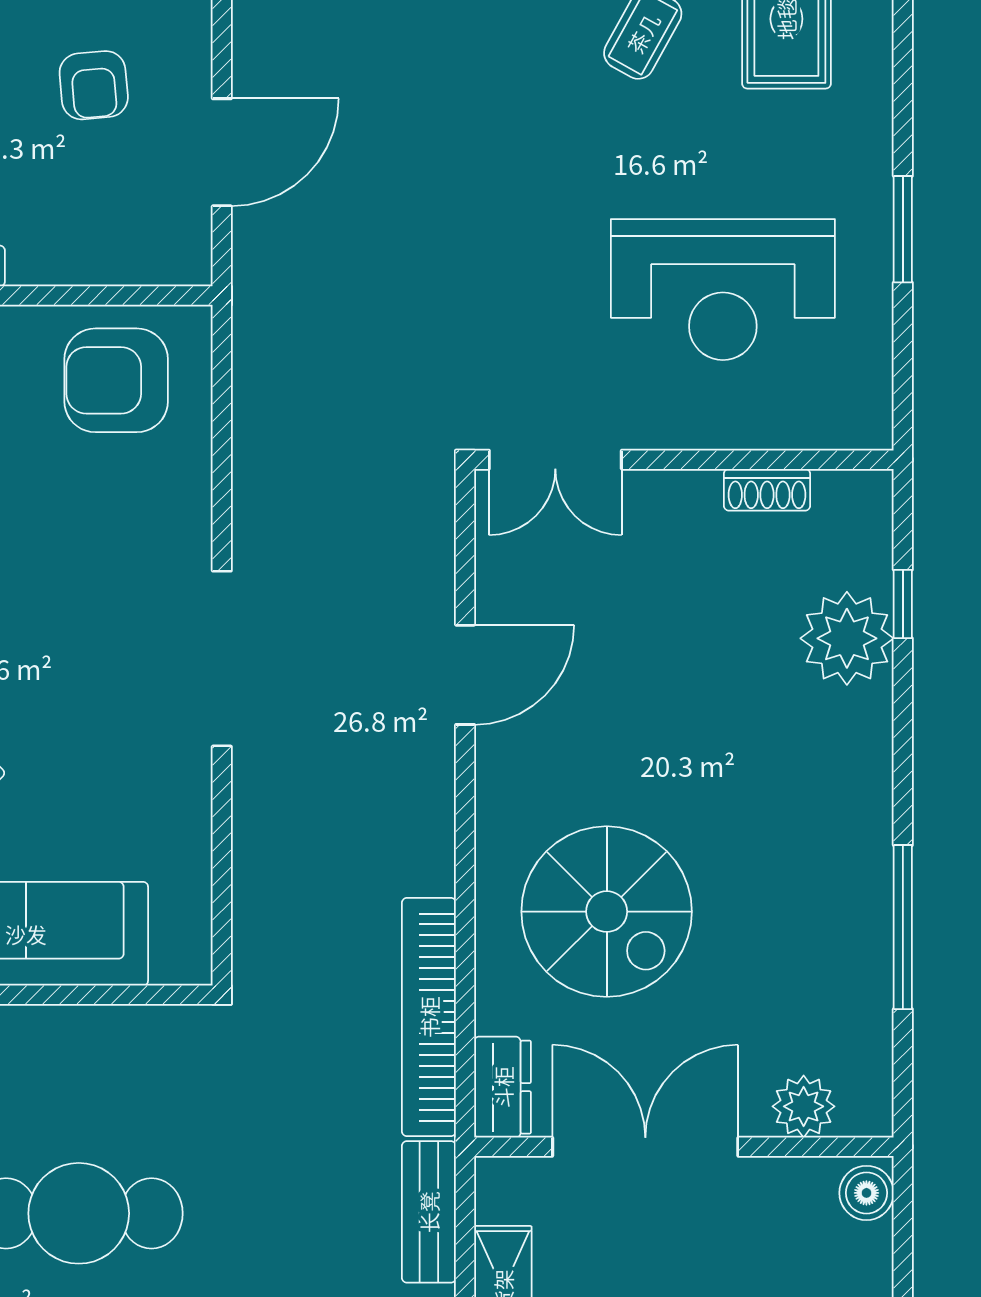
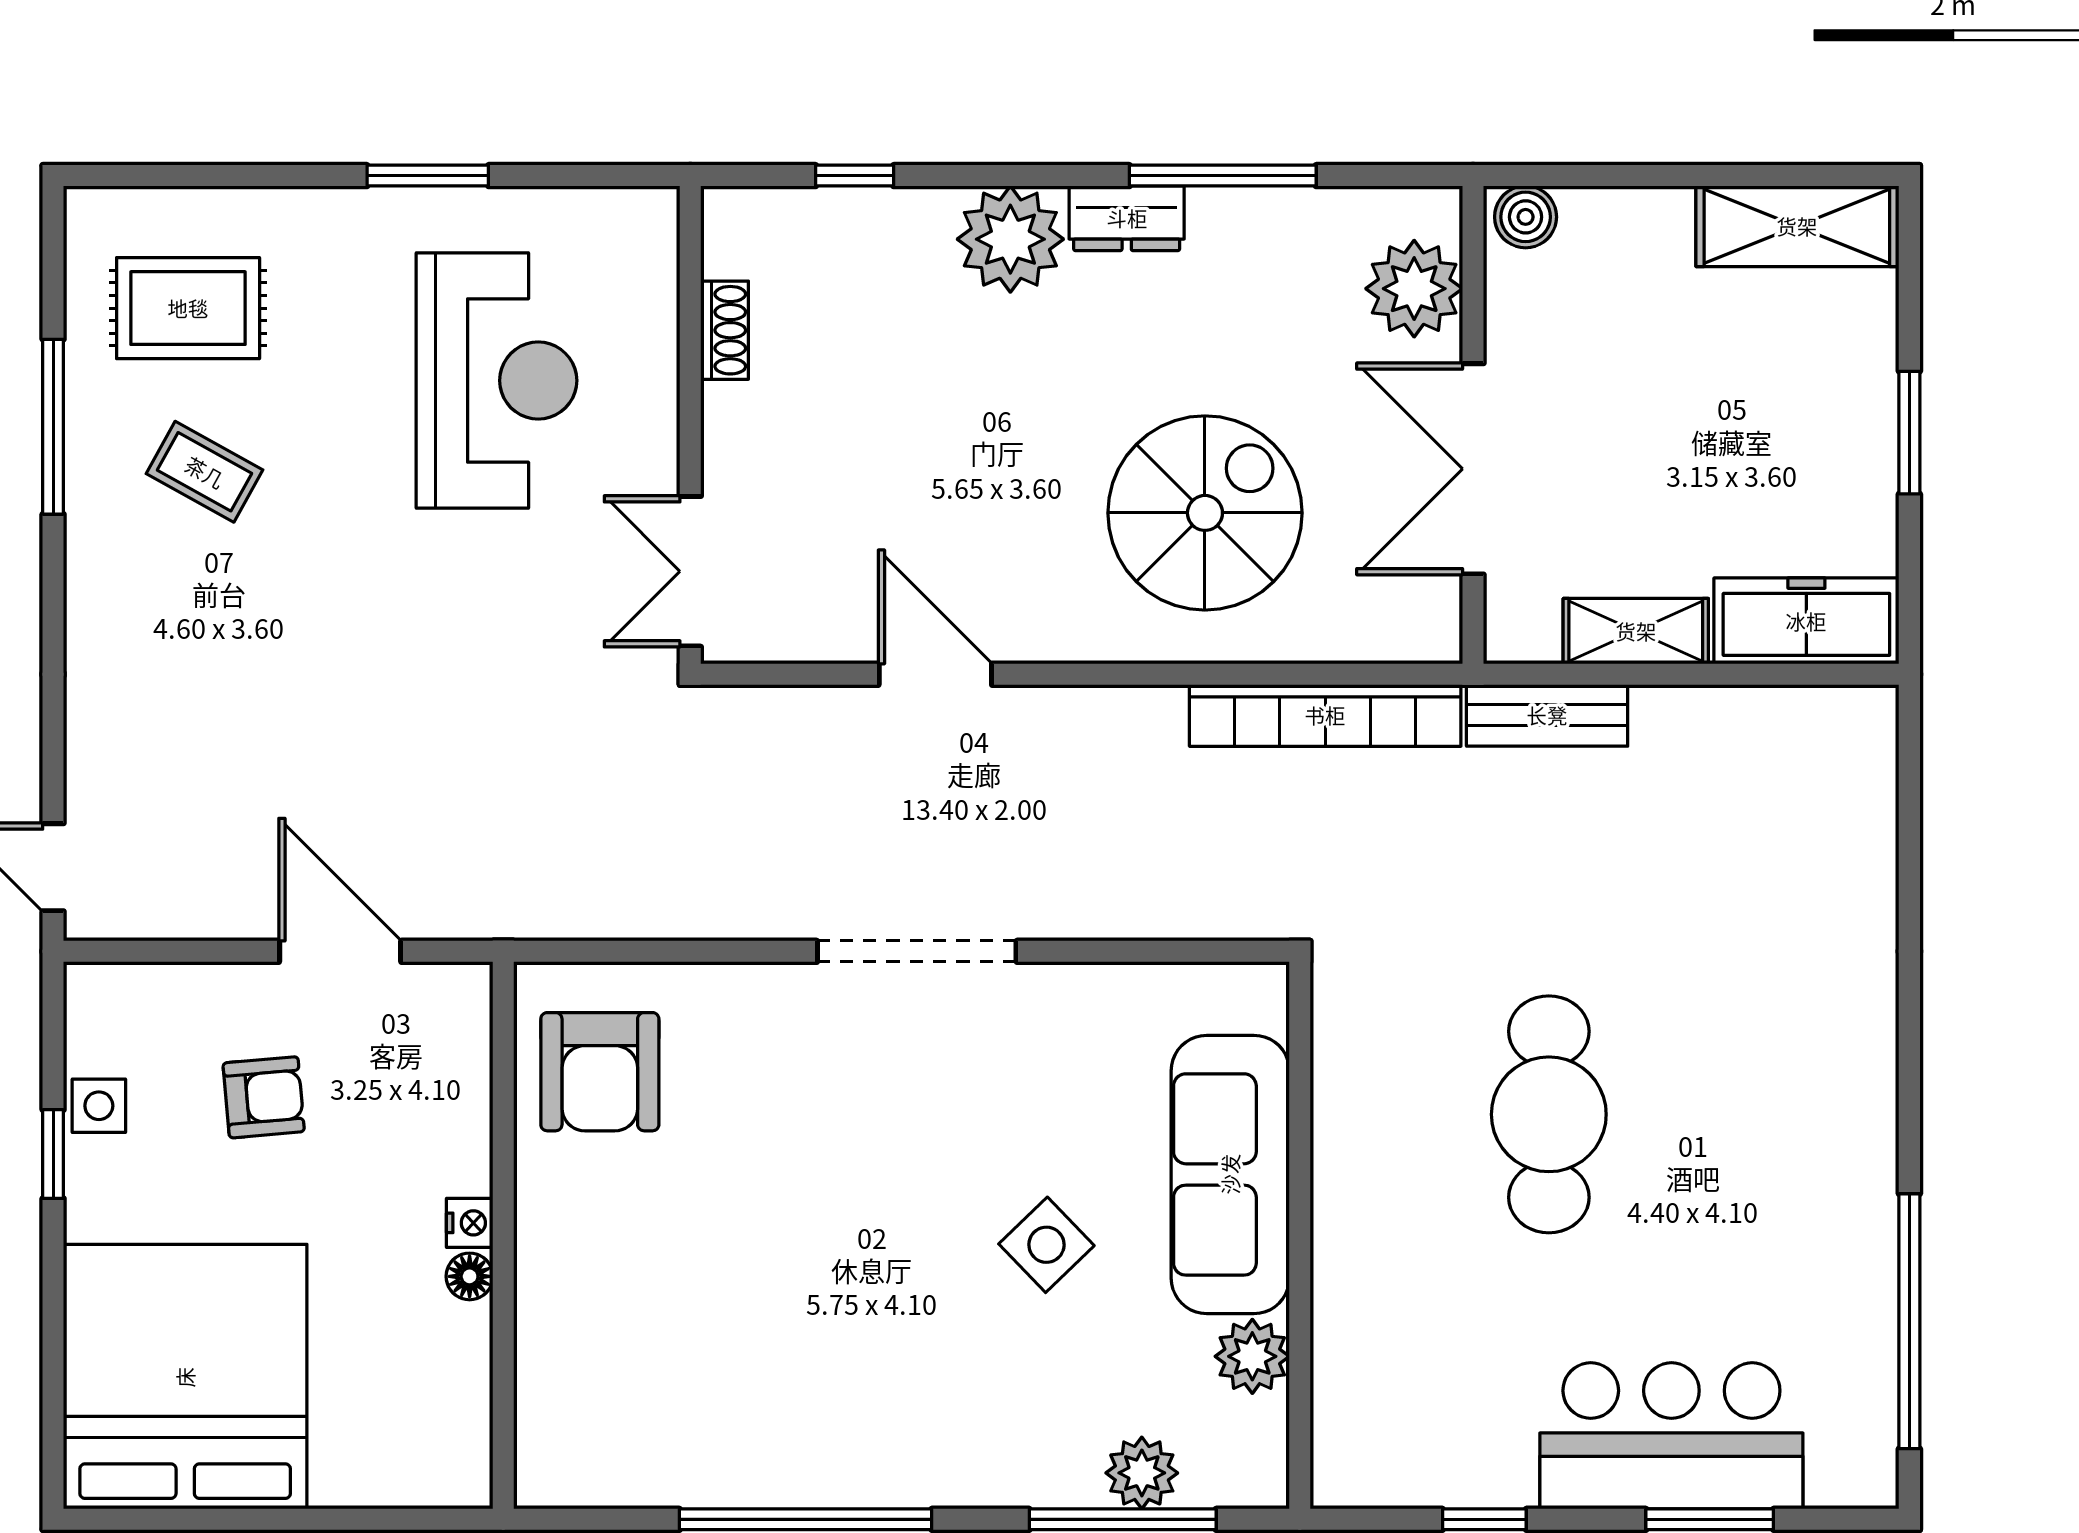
double door: (555, 460) -> (690, 571), swing flipped
plant: (847, 638) -> (1010, 239), moved
dresser: (503, 1087) -> (1127, 218), moved, turned 180
plant: (804, 1106) -> (1414, 289), width x1.36, depth x1.36

